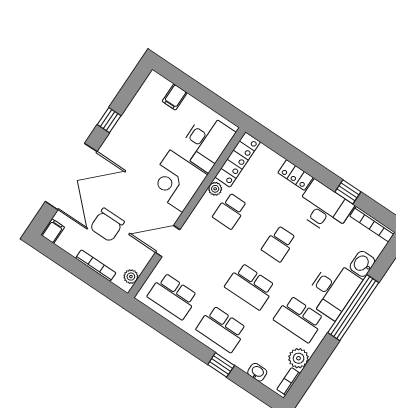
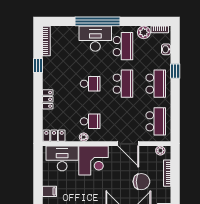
locker: (238, 160) -> (54, 136), width x0.66
desk: (324, 208) -> (55, 73), removed
washbasin: (362, 264) -> (71, 32), removed

